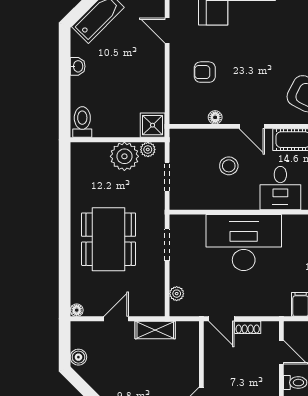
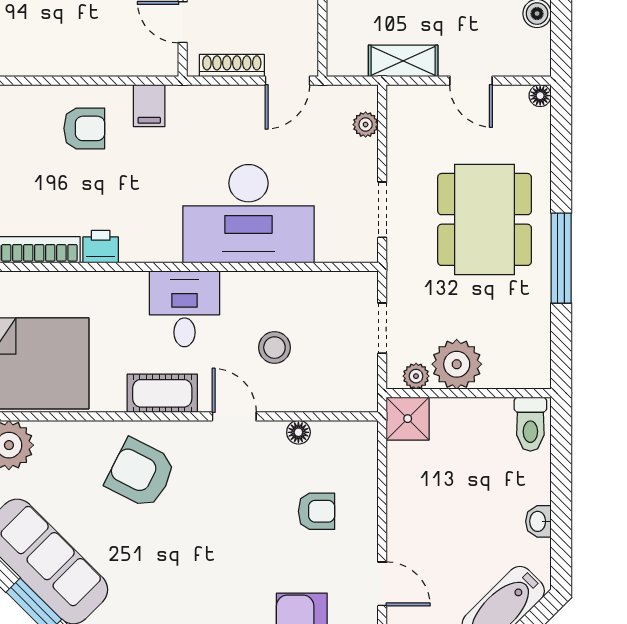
window: (65, 217) -> (561, 258), added
door: (116, 319) -> (471, 81), hinge flipped
door: (221, 319) -> (287, 81), swing flipped
shoe rack: (248, 327) -> (232, 66), width x1.43

